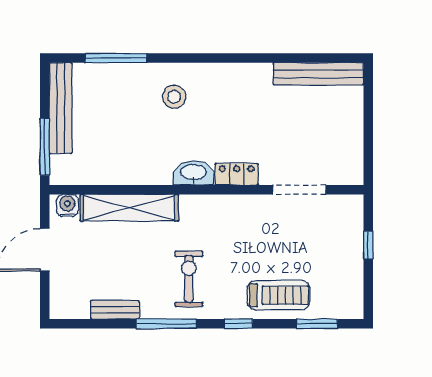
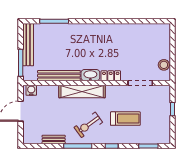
bench: (318, 74) -> (59, 76), moved
stool: (174, 97) -> (164, 65), moved
shelving: (129, 208) -> (82, 91), moved
exercise bike: (189, 279) -> (88, 125), turned -126
treadmill: (278, 295) -> (125, 119), moved

